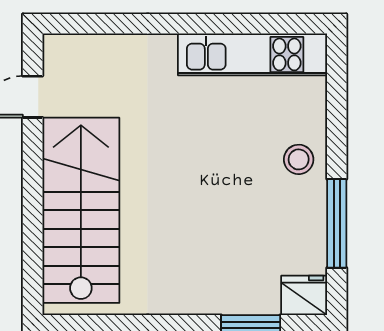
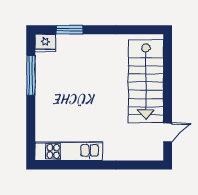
stool: (299, 159) -> (48, 104), removed

